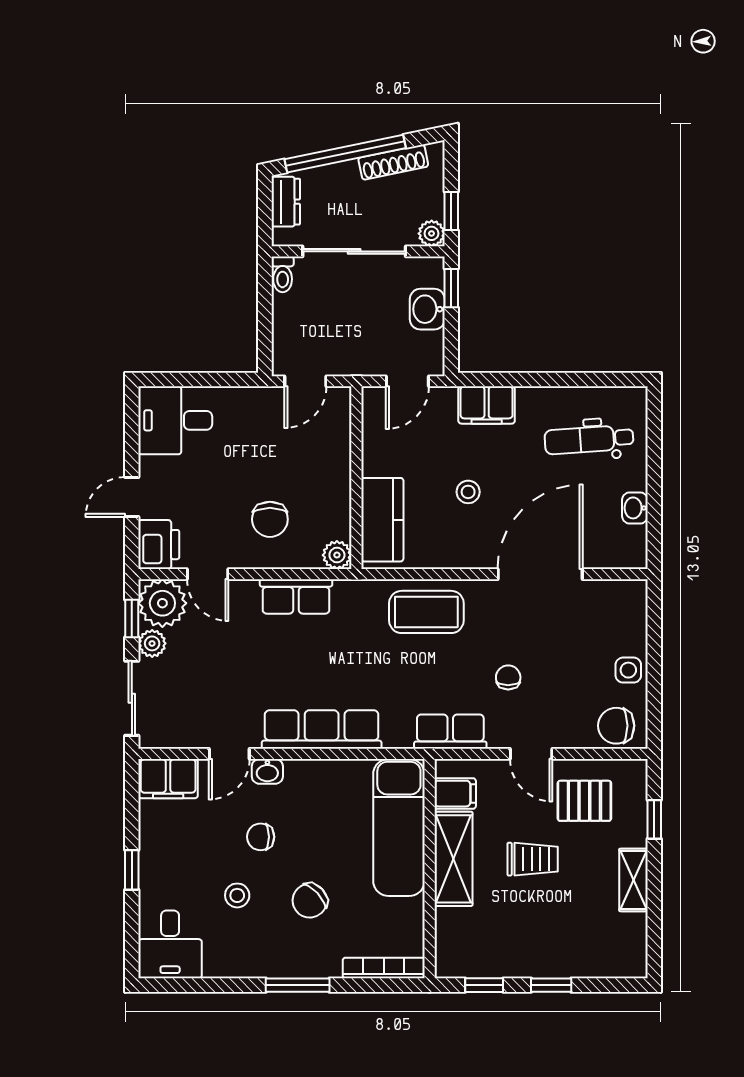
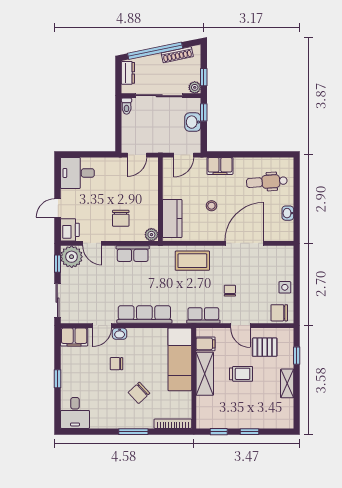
plant: (152, 643) -> (67, 275), removed
stool: (237, 895) -> (106, 390), removed

